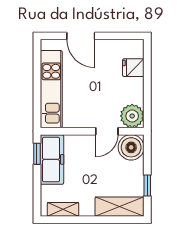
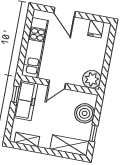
fridge: (133, 68) -> (96, 29), moved, turned -90
door: (107, 131) -> (57, 85), moved
boiler: (131, 147) -> (85, 113), moved

